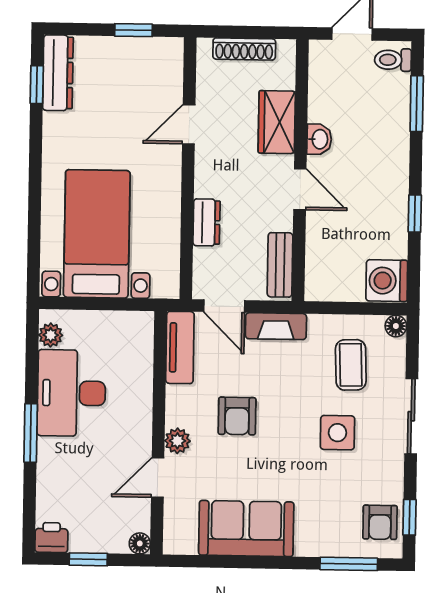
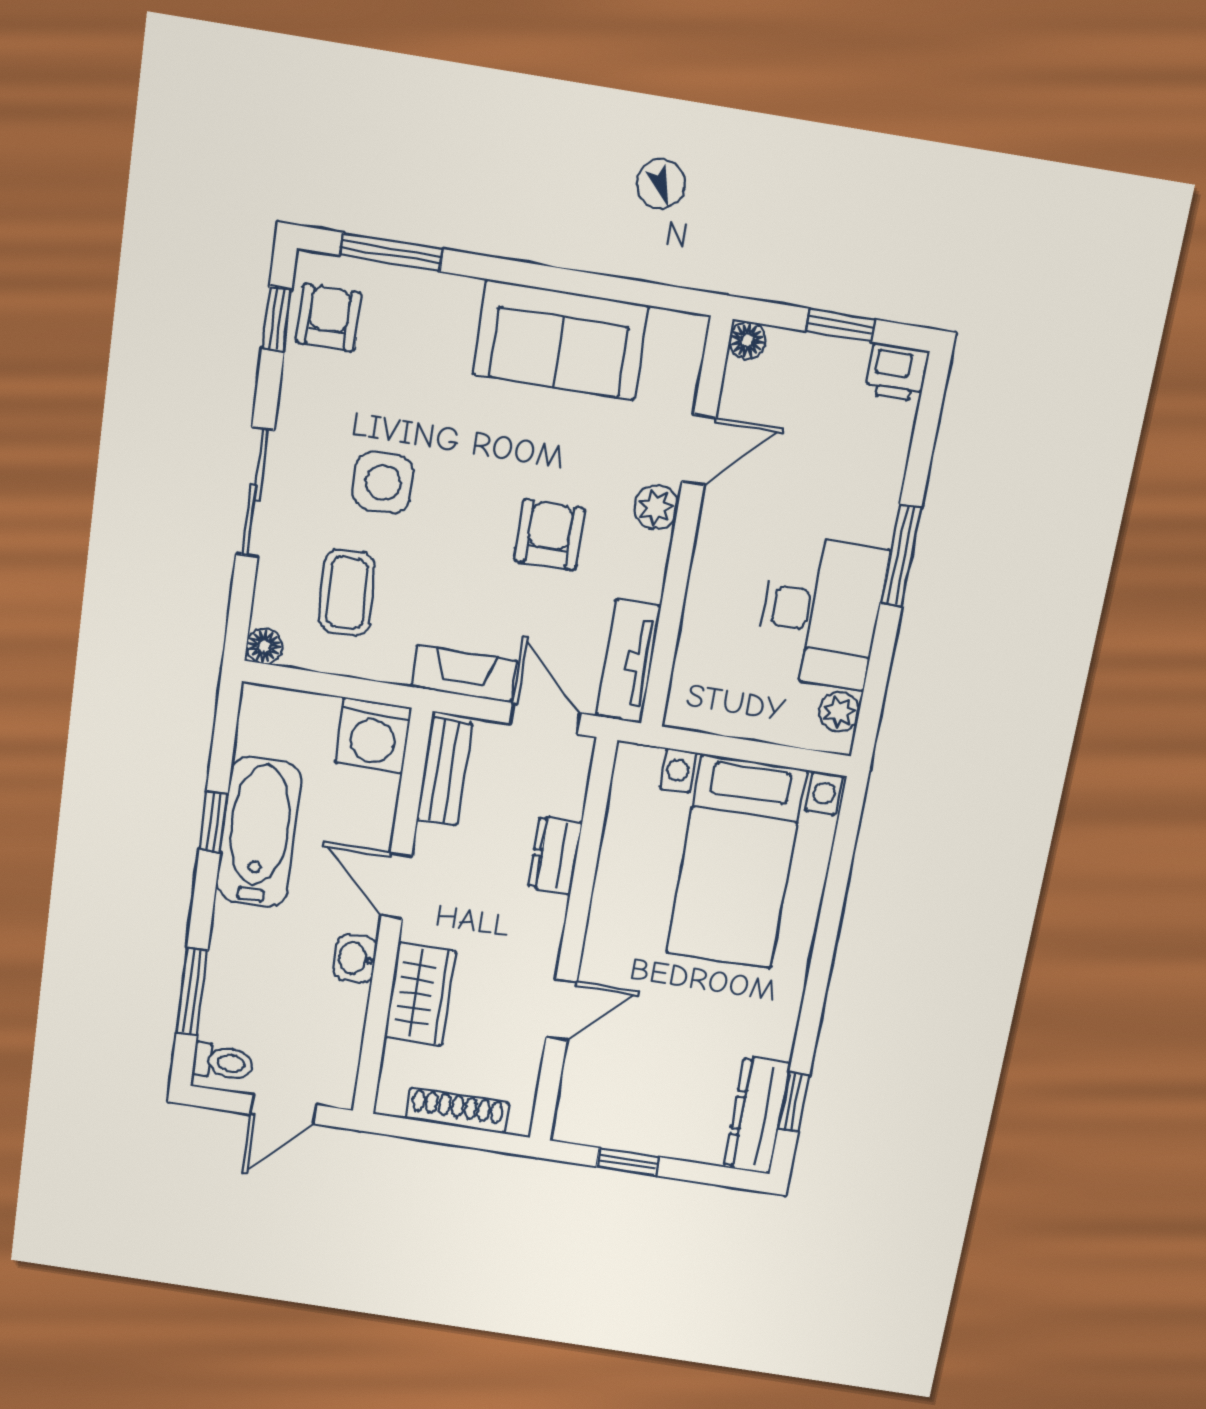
bathtub: (387, 211) -> (259, 832), added
washing machine: (387, 281) -> (373, 736), moved, turned 90

